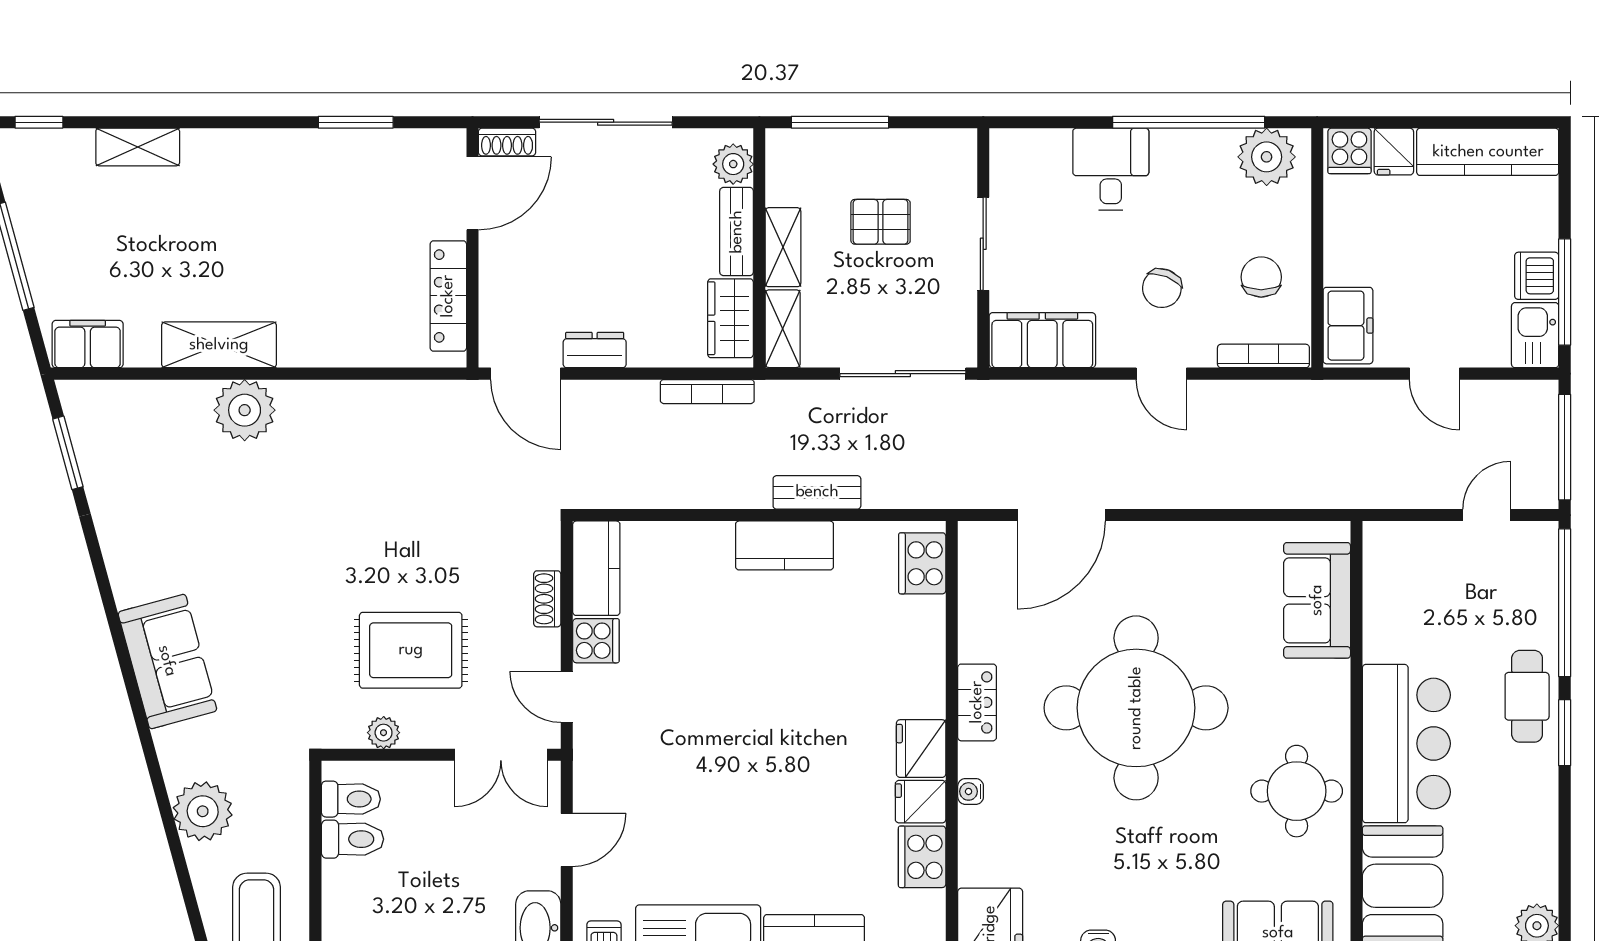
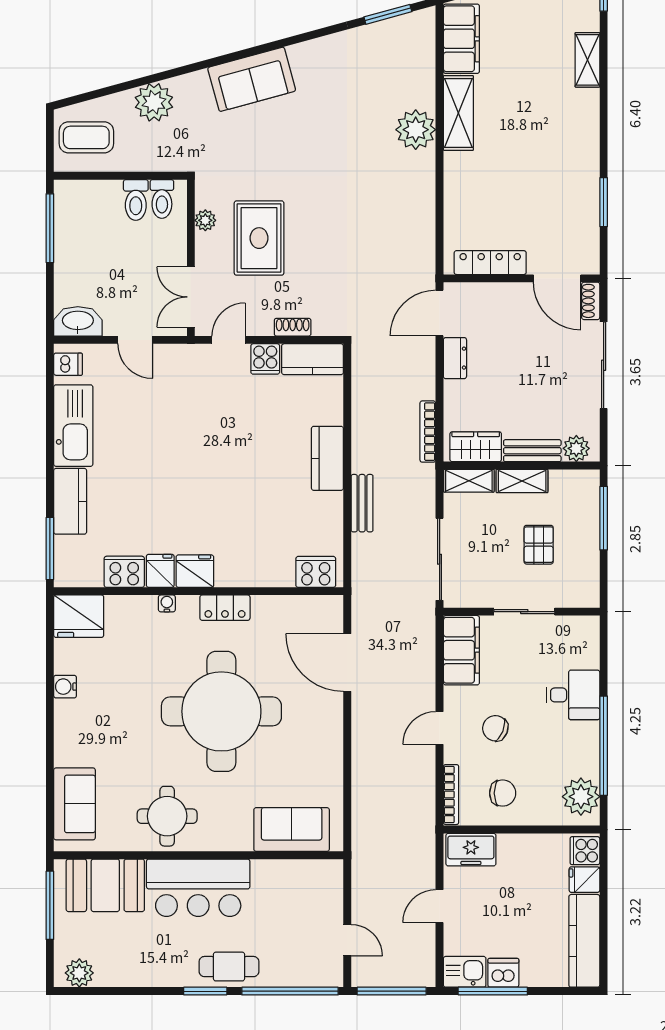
filing cabinet: (88, 344) -> (461, 39), width x1.50, depth x1.17
kitchen counter: (785, 545) -> (327, 458), moved

